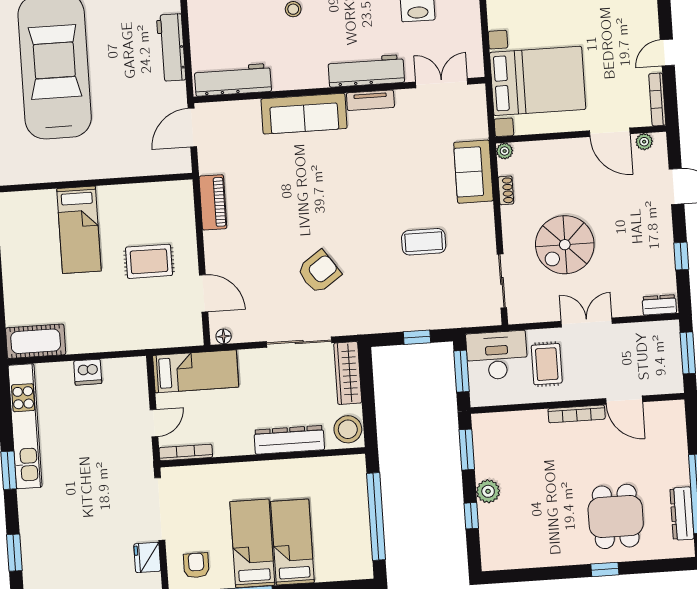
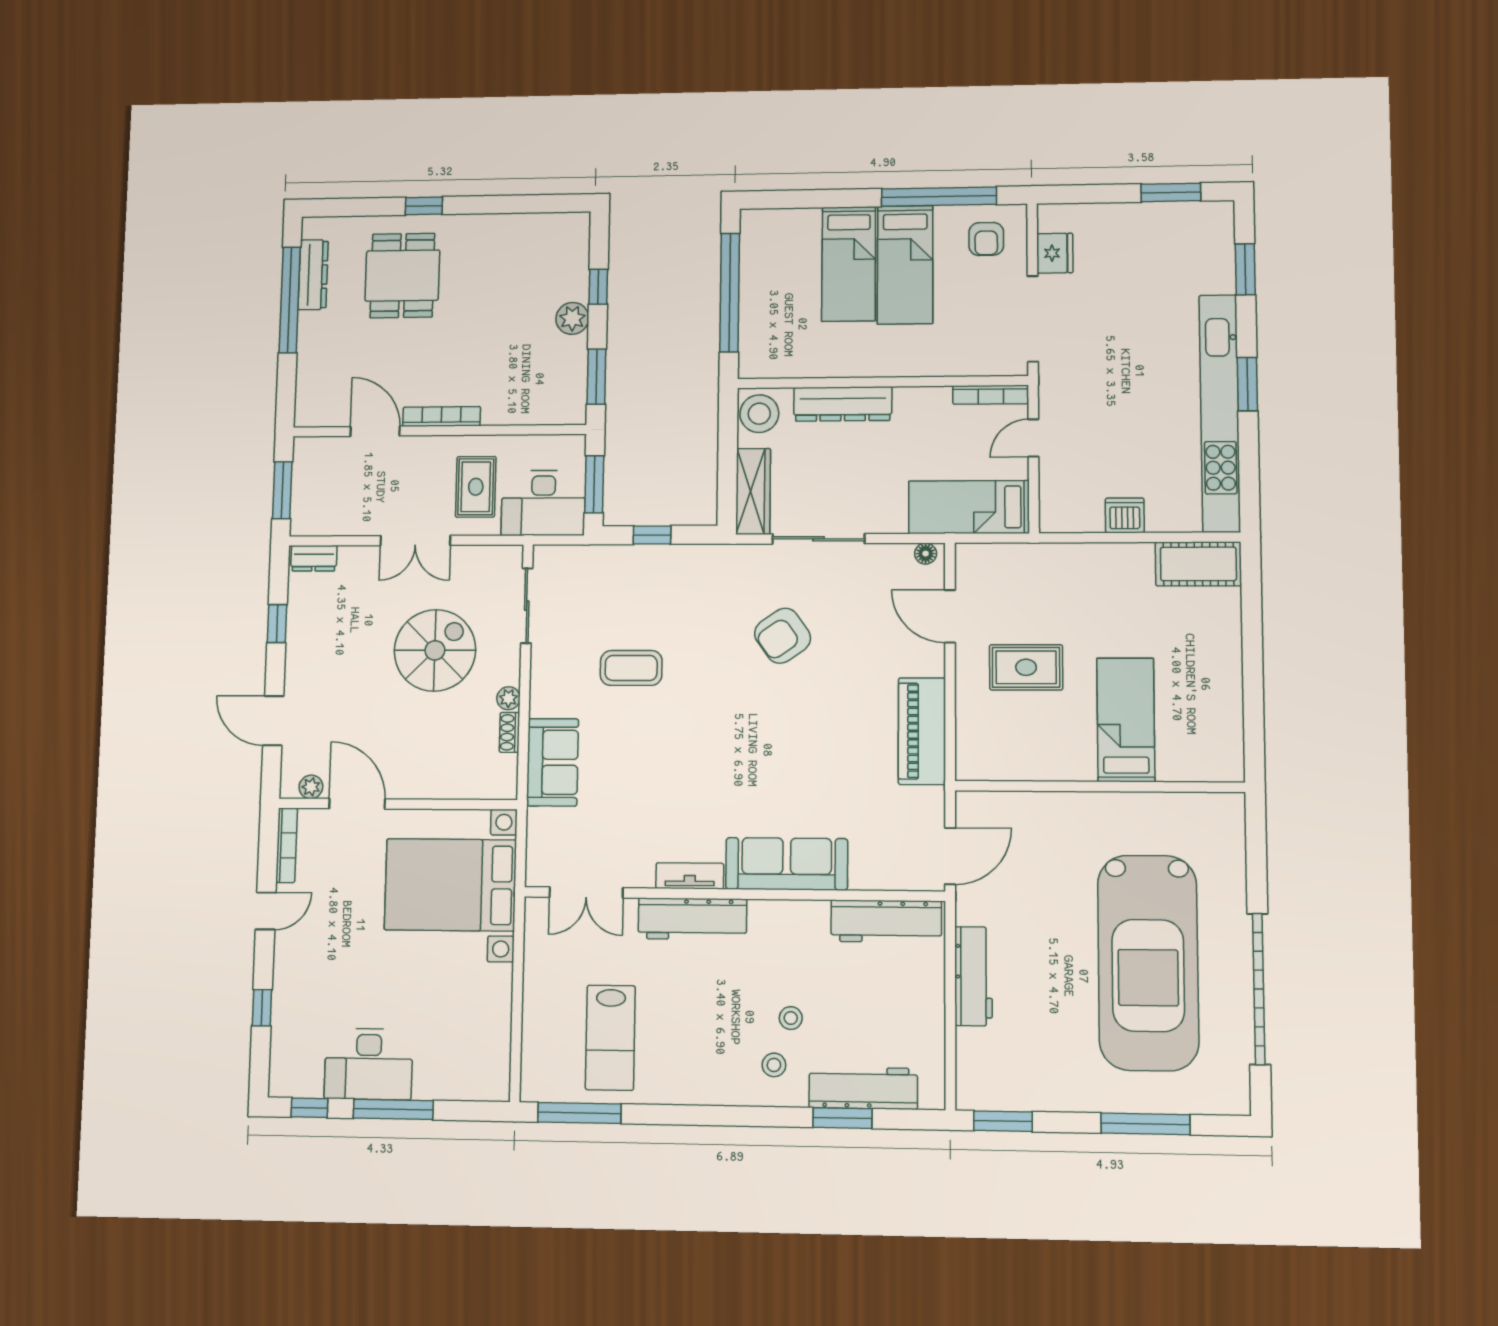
plant: (505, 151) -> (508, 698), moved
piano: (213, 202) -> (922, 731), width x1.37, depth x1.33
kitchen unit: (25, 426) -> (1220, 413), width x1.36

